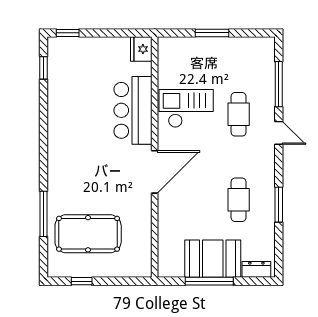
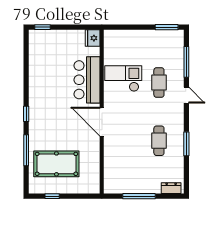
window: (212, 33) -> (167, 27), moved
window: (43, 68) -> (26, 114), moved
door: (155, 172) -> (102, 122), swing flipped
booth: (213, 259) -> (141, 181), removed

